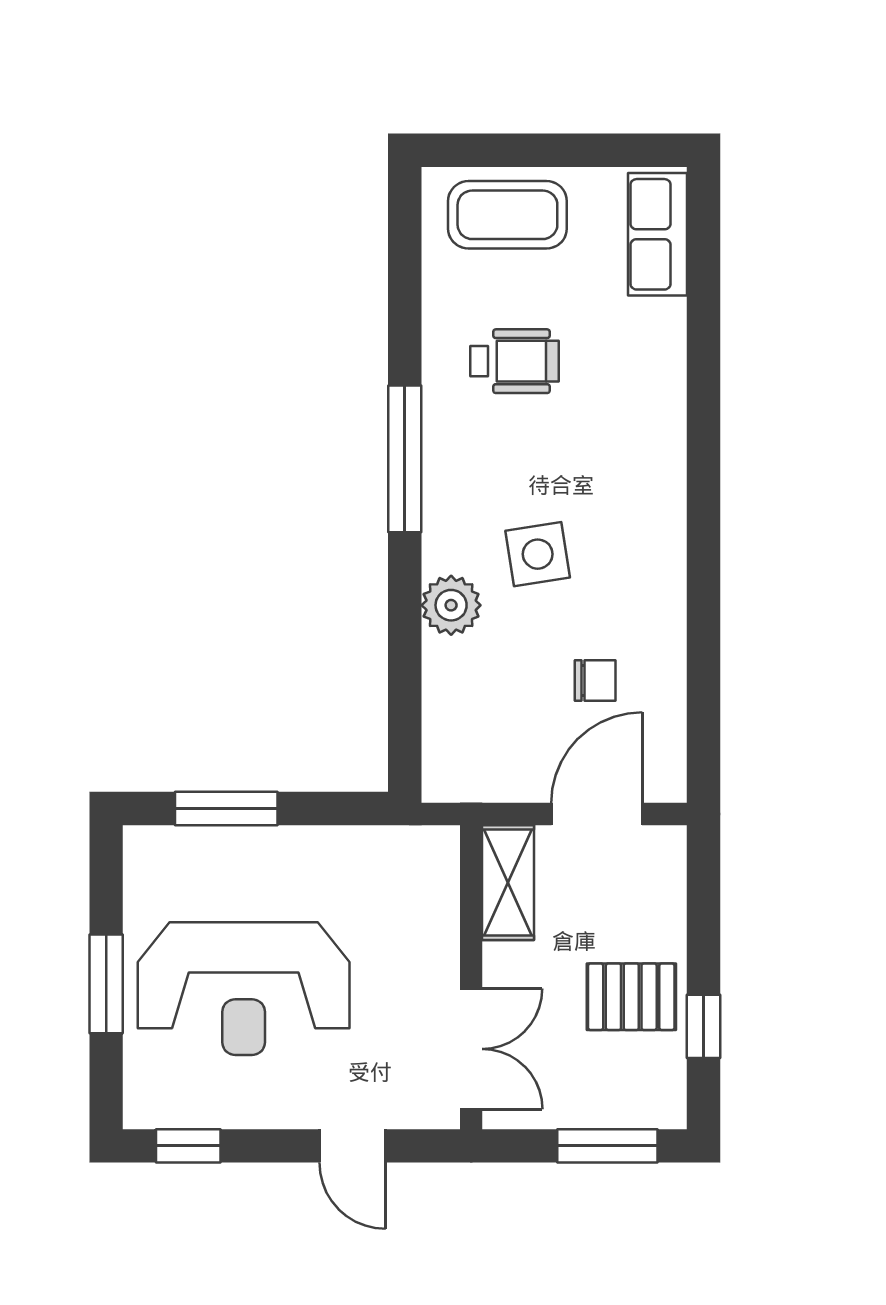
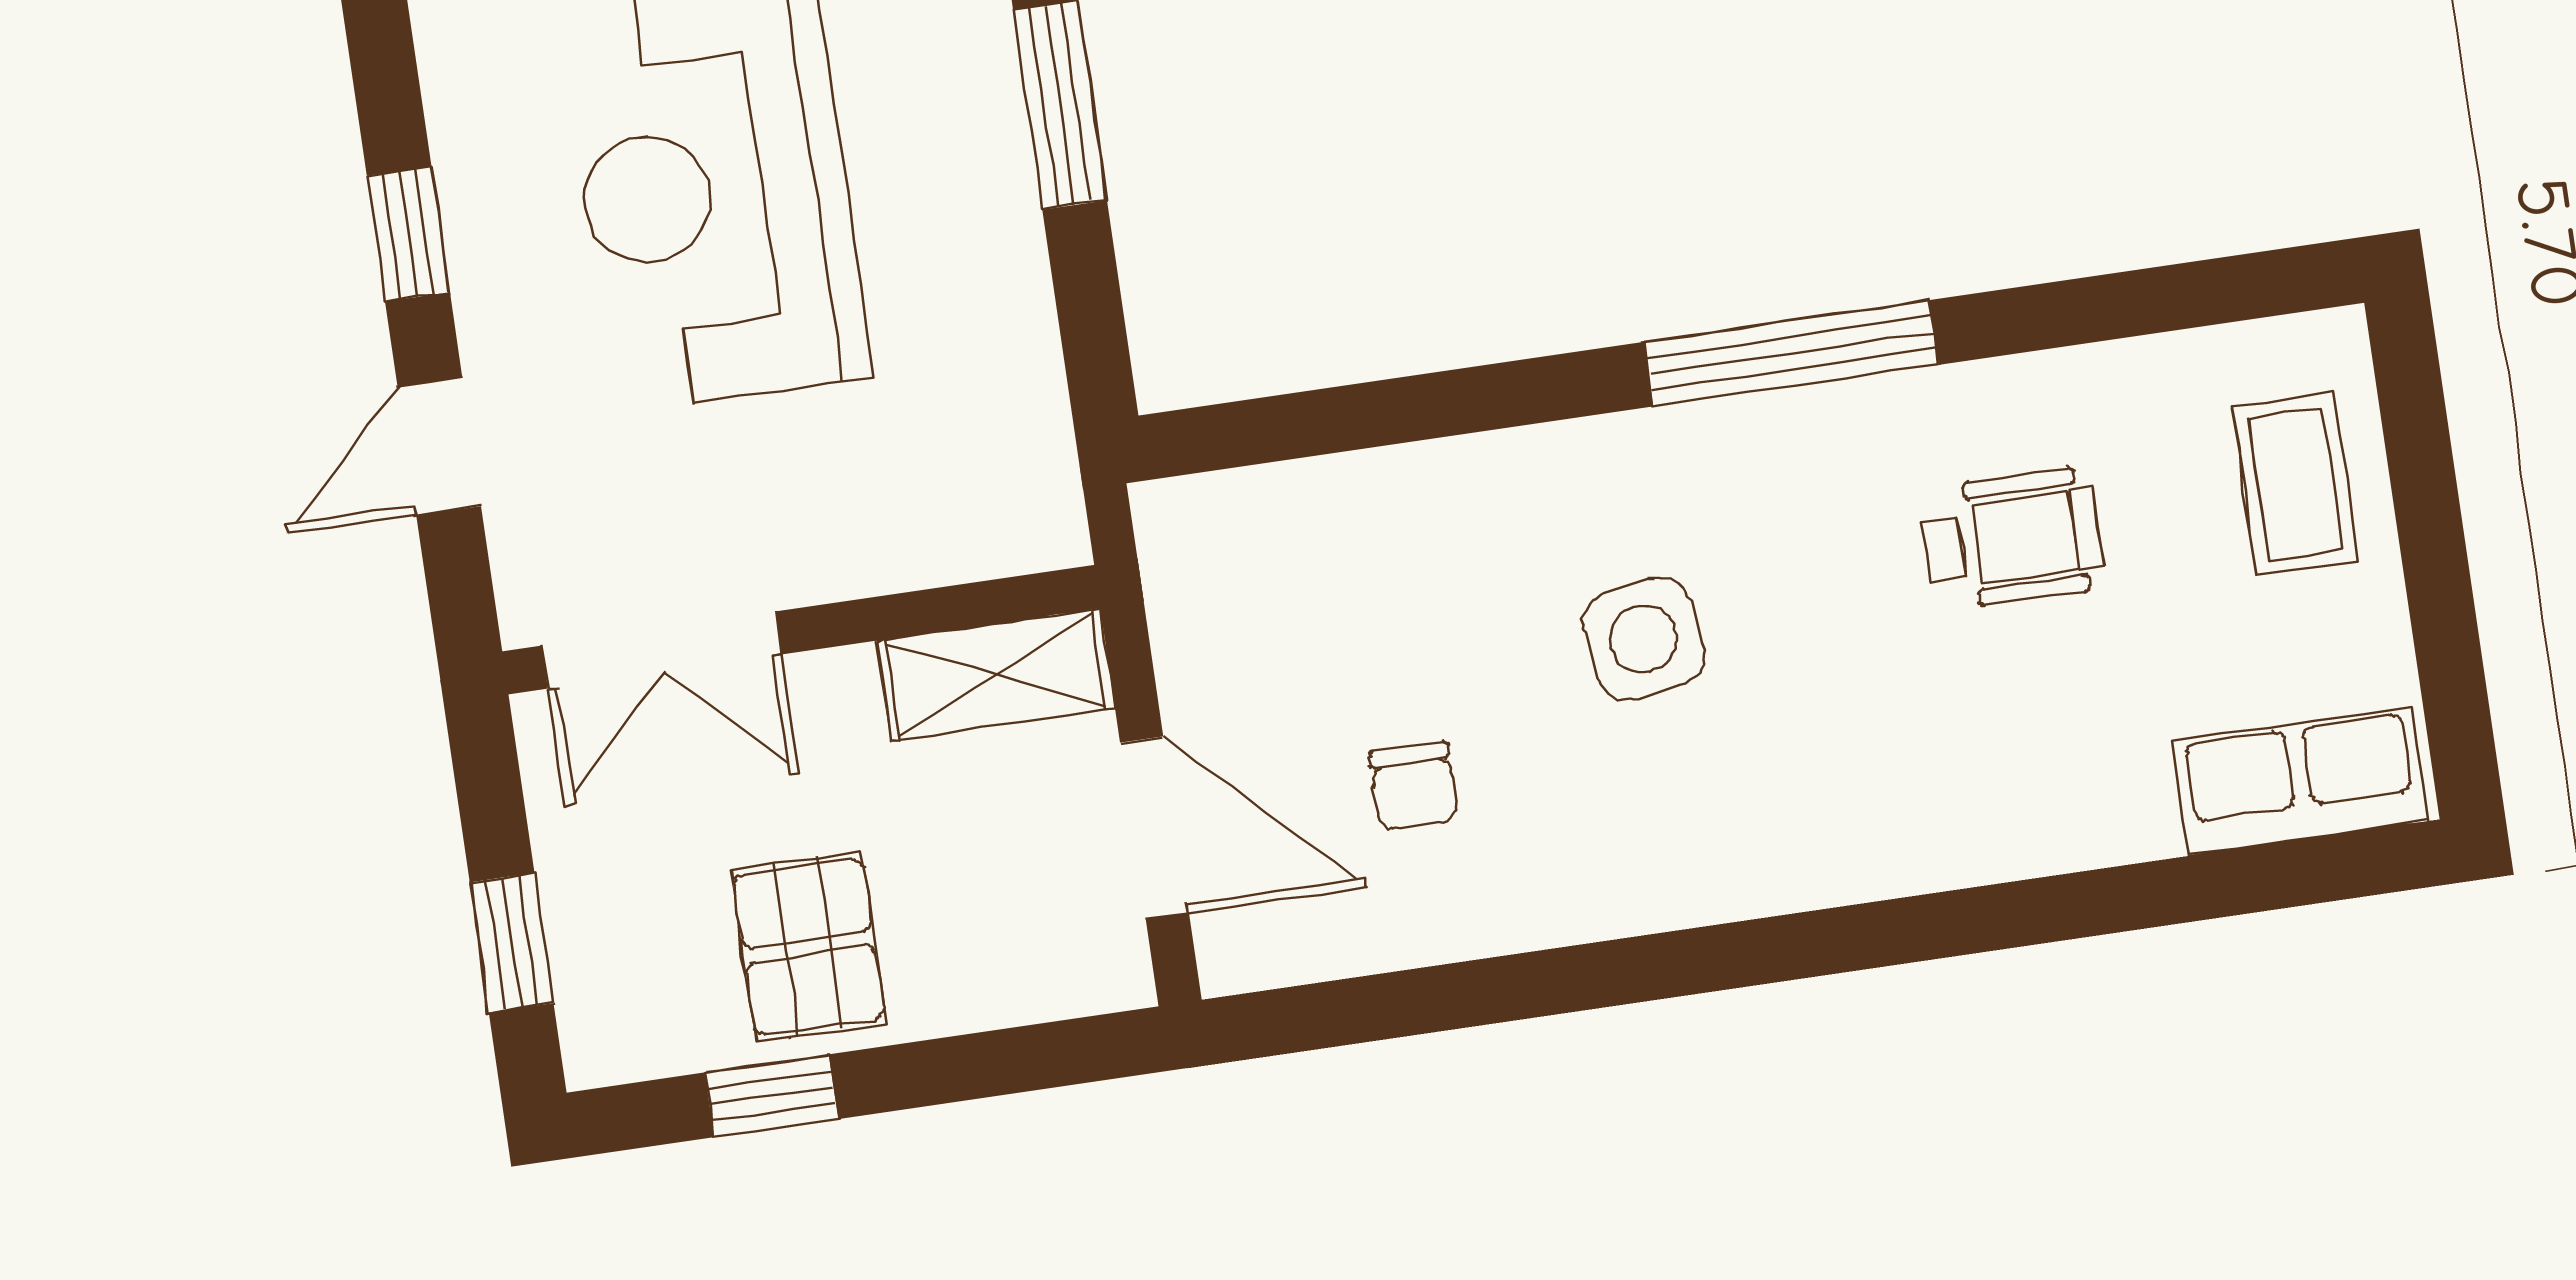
coffee table: (507, 215) -> (2295, 484), width x0.73, depth x0.77
wheelchair: (514, 361) -> (2013, 539), turned -90
plant: (451, 605) -> (1520, 485), removed
window: (188, 1146) -> (408, 234), moved
window: (607, 1146) -> (512, 943), width x0.67

